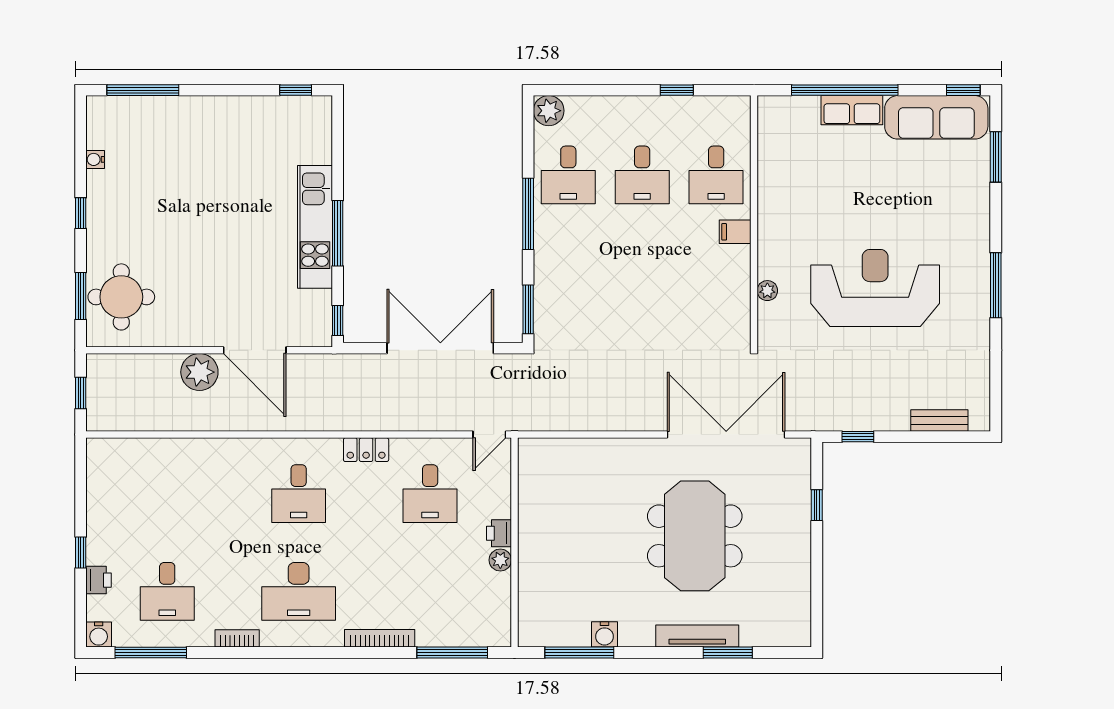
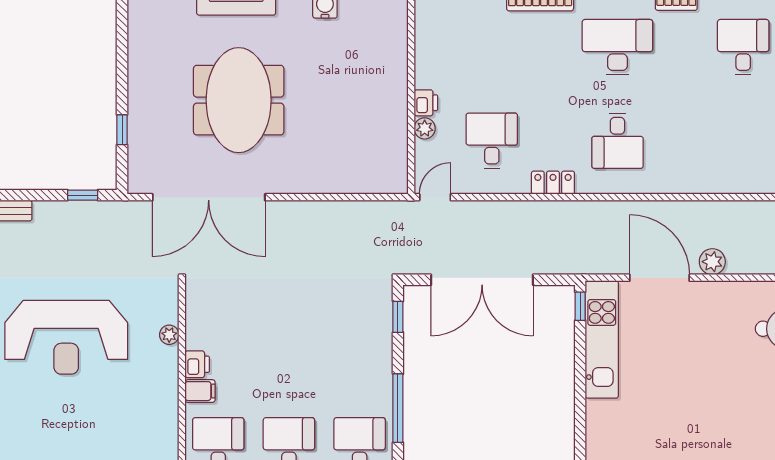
kitchen unit: (315, 227) -> (602, 339), moved
window: (338, 233) -> (580, 390), removed
printer: (738, 260) -> (197, 364), added
window: (528, 309) -> (398, 317), width x0.67
plant: (199, 372) -> (712, 262), width x0.73, depth x0.73
desk: (299, 494) -> (617, 141), turned 180
plant: (500, 560) -> (425, 128), moved

